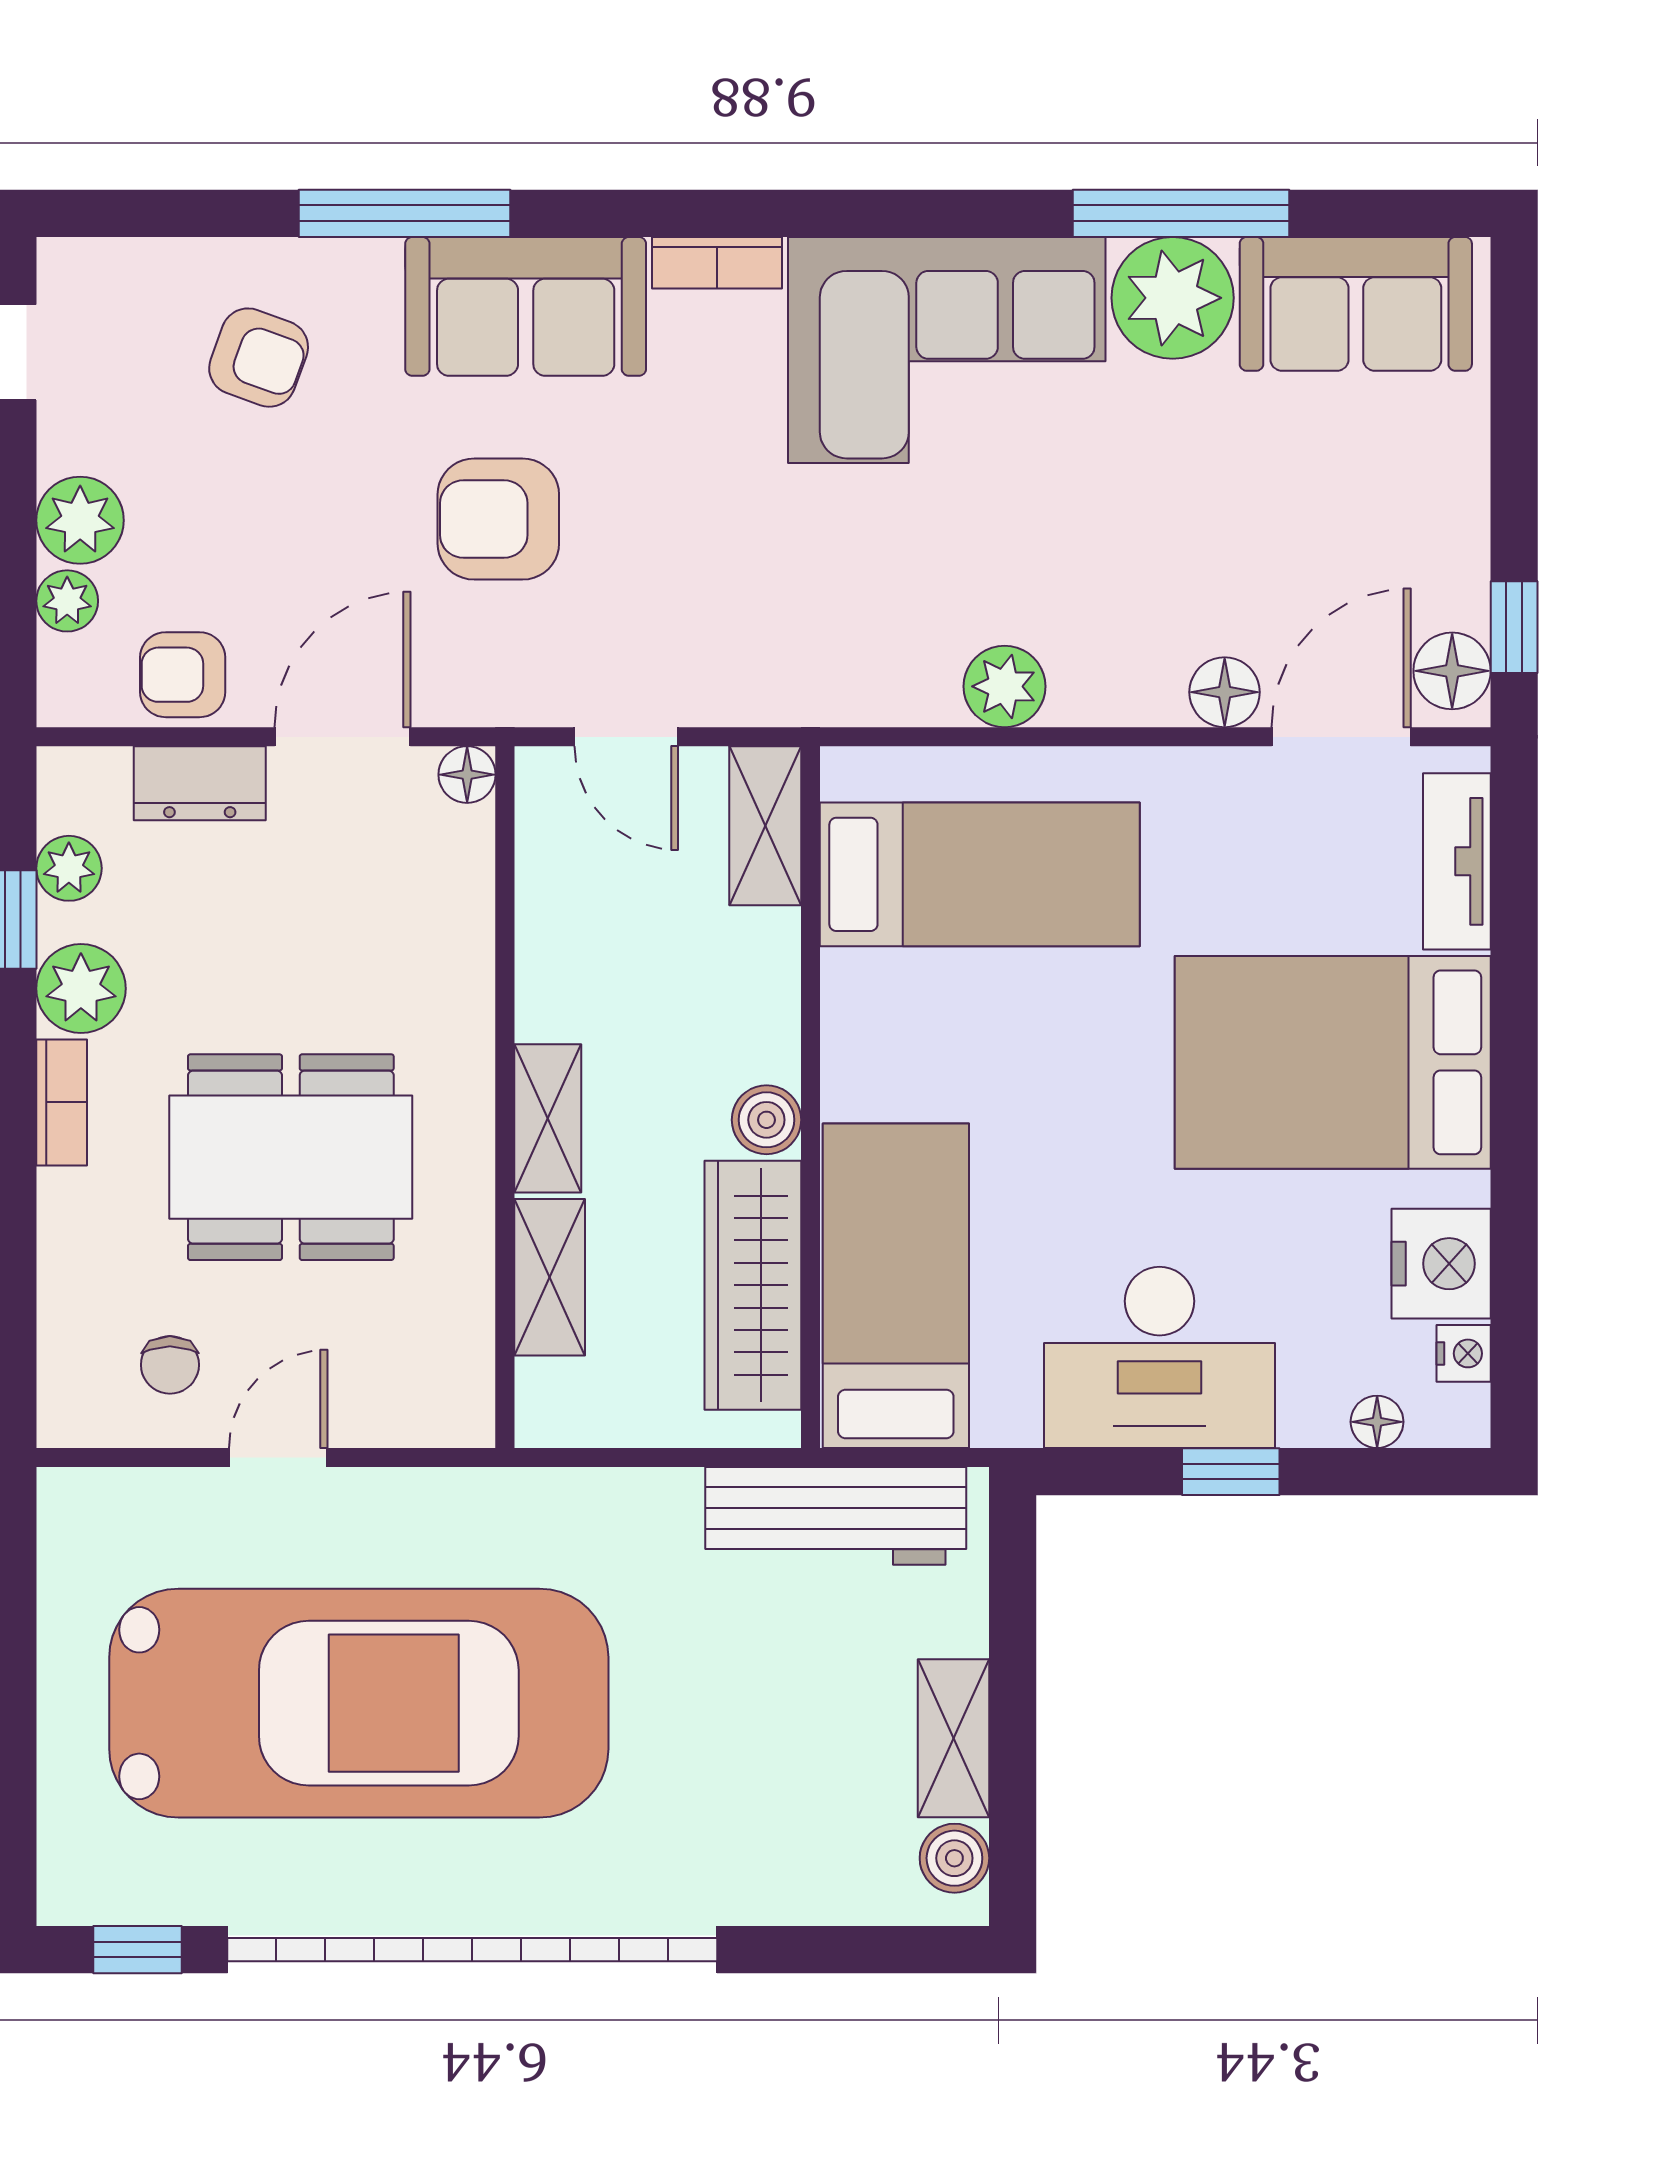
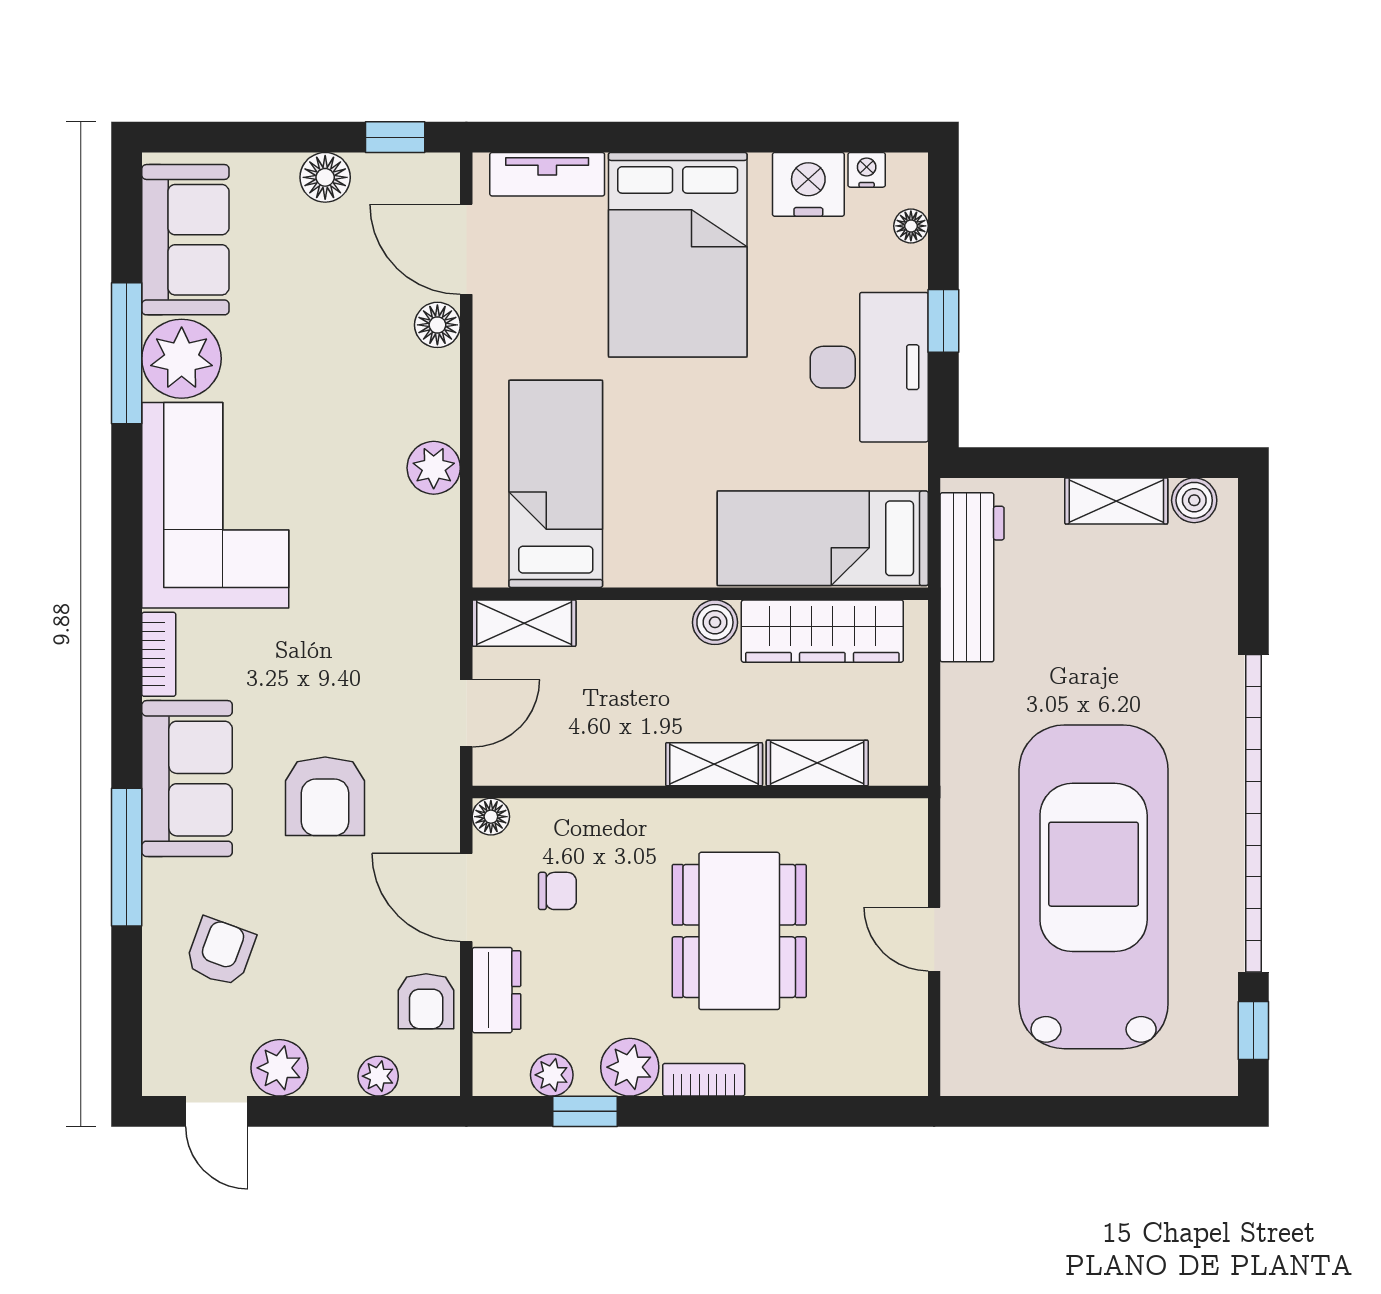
plant: (80, 520) -> (279, 1068), moved
floor lamp: (1452, 671) -> (325, 177), moved
chair: (170, 1365) -> (557, 891), moved

